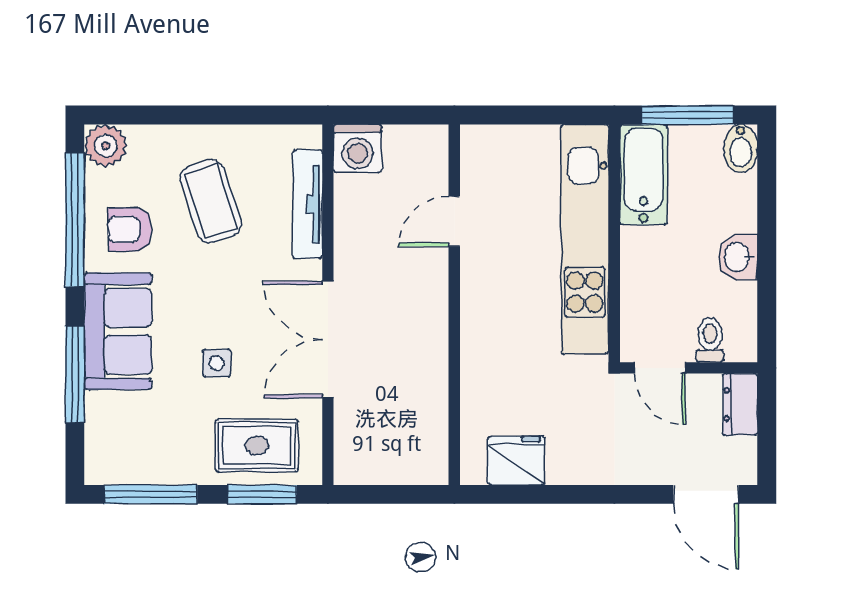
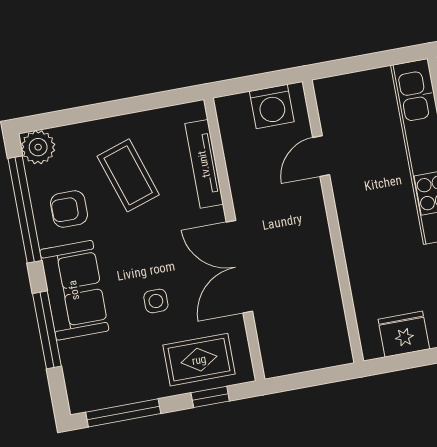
washing machine: (358, 148) -> (272, 106), moved
window: (262, 494) -> (210, 397), width x0.67

